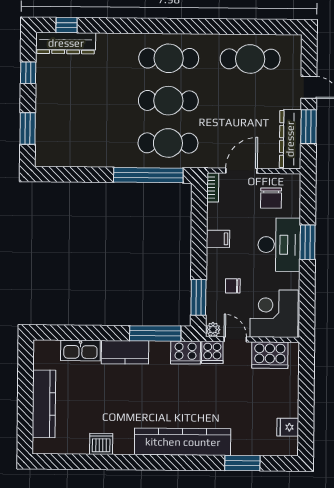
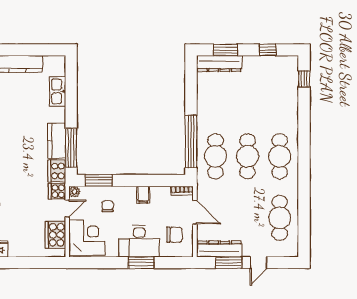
dresser: (66, 43) -> (219, 64), moved, turned -90
chair: (271, 198) -> (174, 235), turned 180
kitchen counter: (125, 352) -> (57, 141), moved

